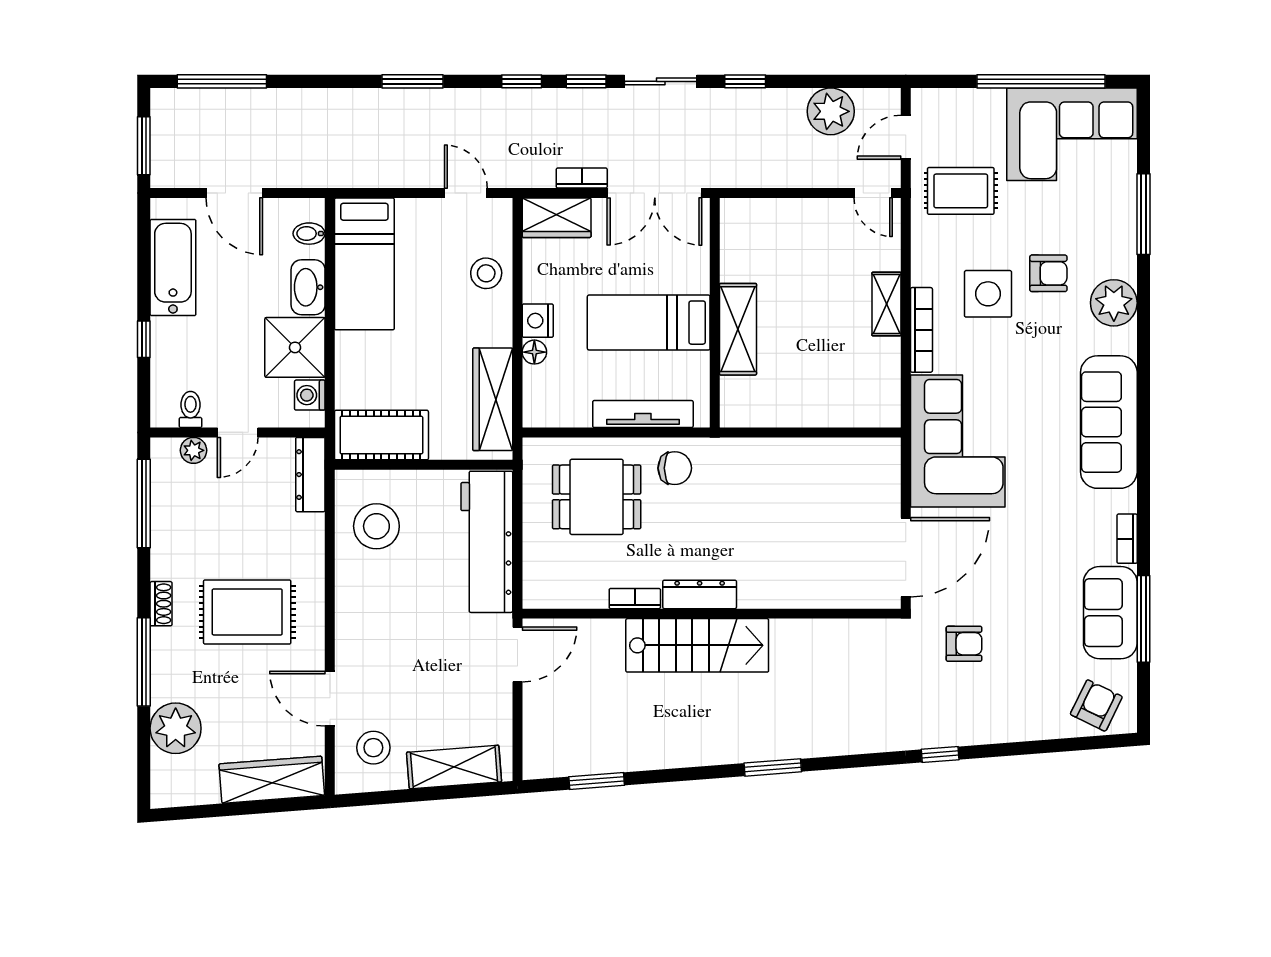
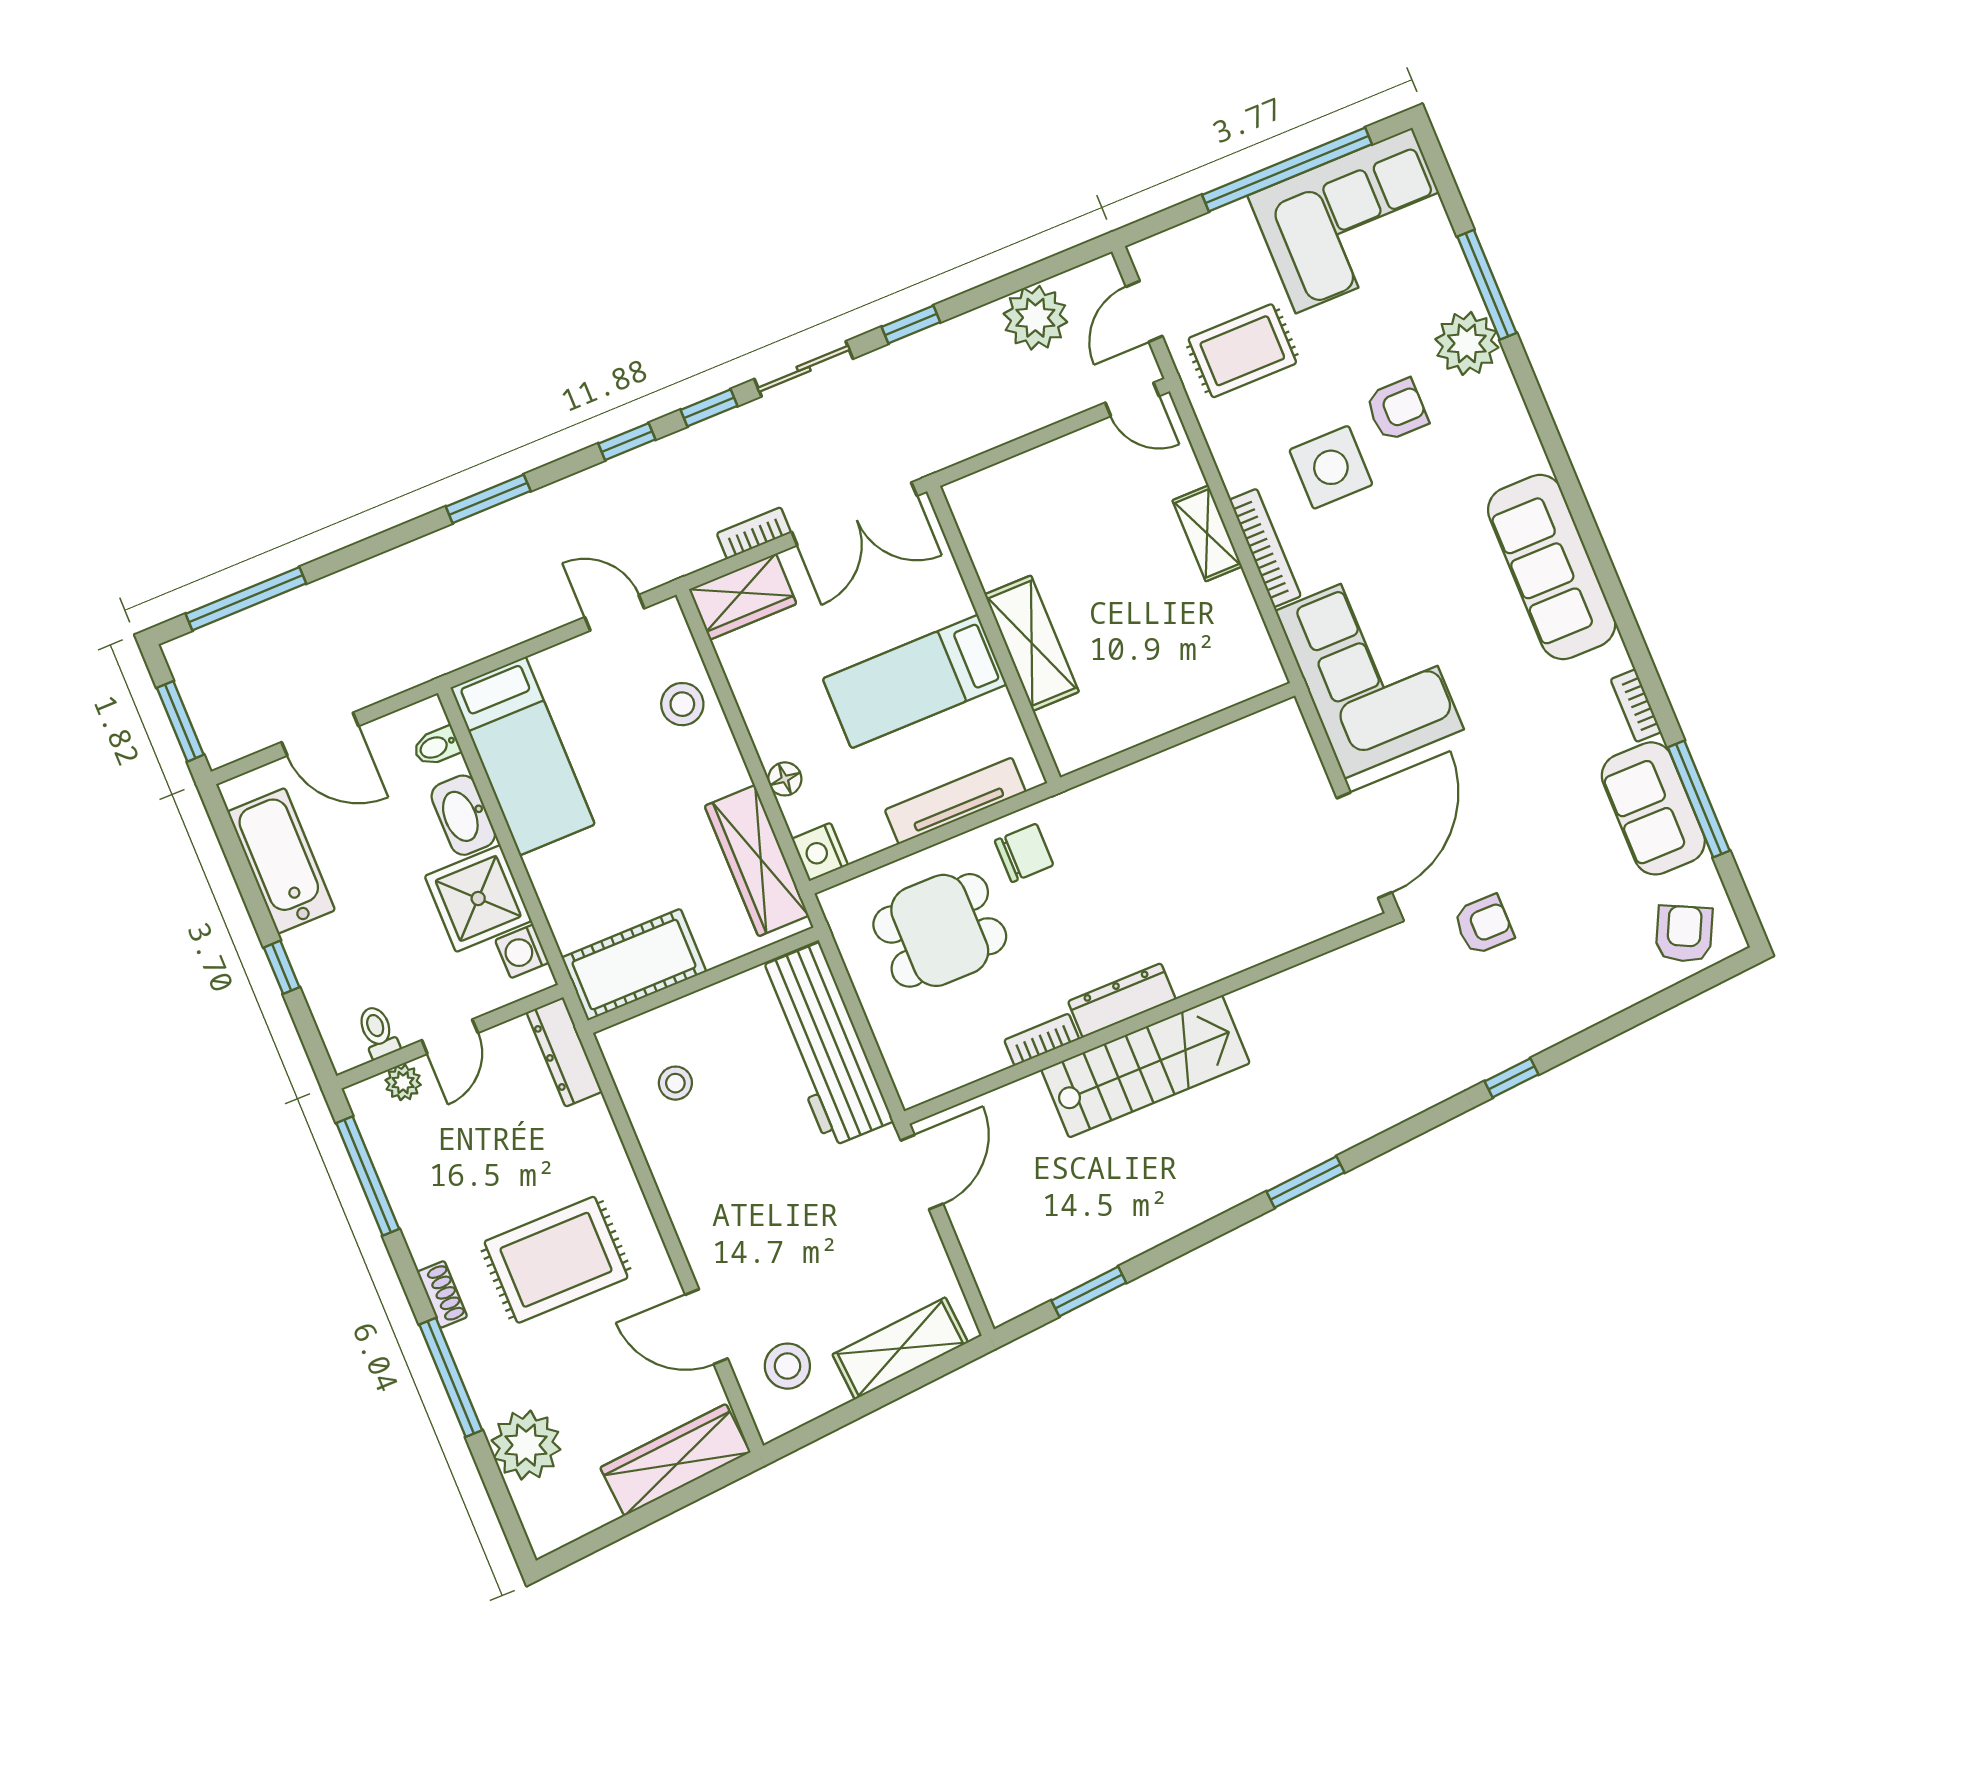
plant: (1114, 303) -> (1467, 343), moved
nightstand: (538, 321) -> (820, 852), moved
stool: (376, 526) -> (675, 1083), width x0.53, depth x0.53

